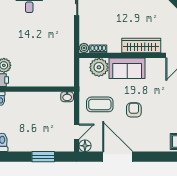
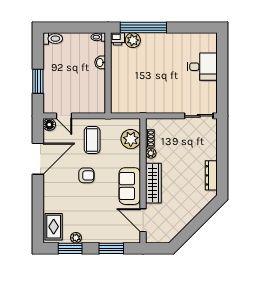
plant: (84, 48) -> (151, 153), moved
sofa: (127, 68) -> (130, 186), moved
washbasin: (67, 97) -> (100, 62), moved

